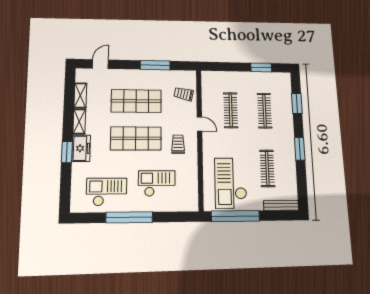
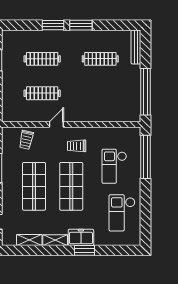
window: (297, 103) -> (53, 25), moved
checkout: (231, 183) -> (114, 95), removed
window: (129, 217) -> (146, 157), moved

